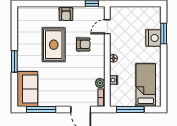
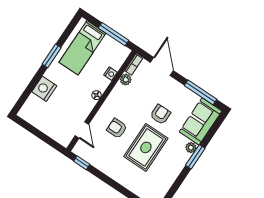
armchair: (66, 14) -> (160, 114), moved
door: (107, 27) -> (82, 130), hinge flipped
window: (164, 33) -> (52, 56), moved
plant: (22, 66) -> (191, 148), added

